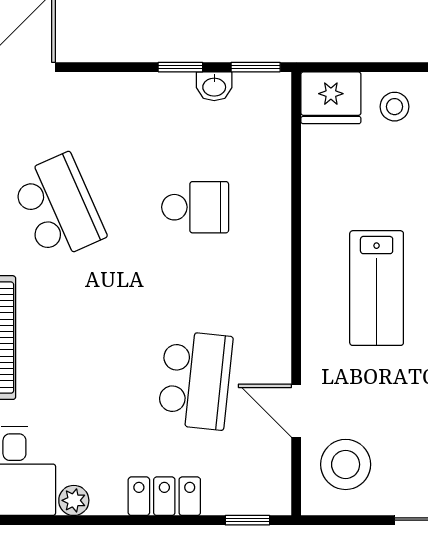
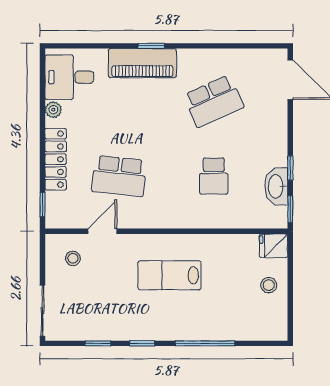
washbasin: (214, 86) -> (276, 186), width x1.91, depth x1.45
fridge: (331, 98) -> (274, 246), width x0.72
stool: (346, 464) -> (73, 258), width x0.53, depth x0.53
locker: (164, 496) -> (56, 159), width x1.53

